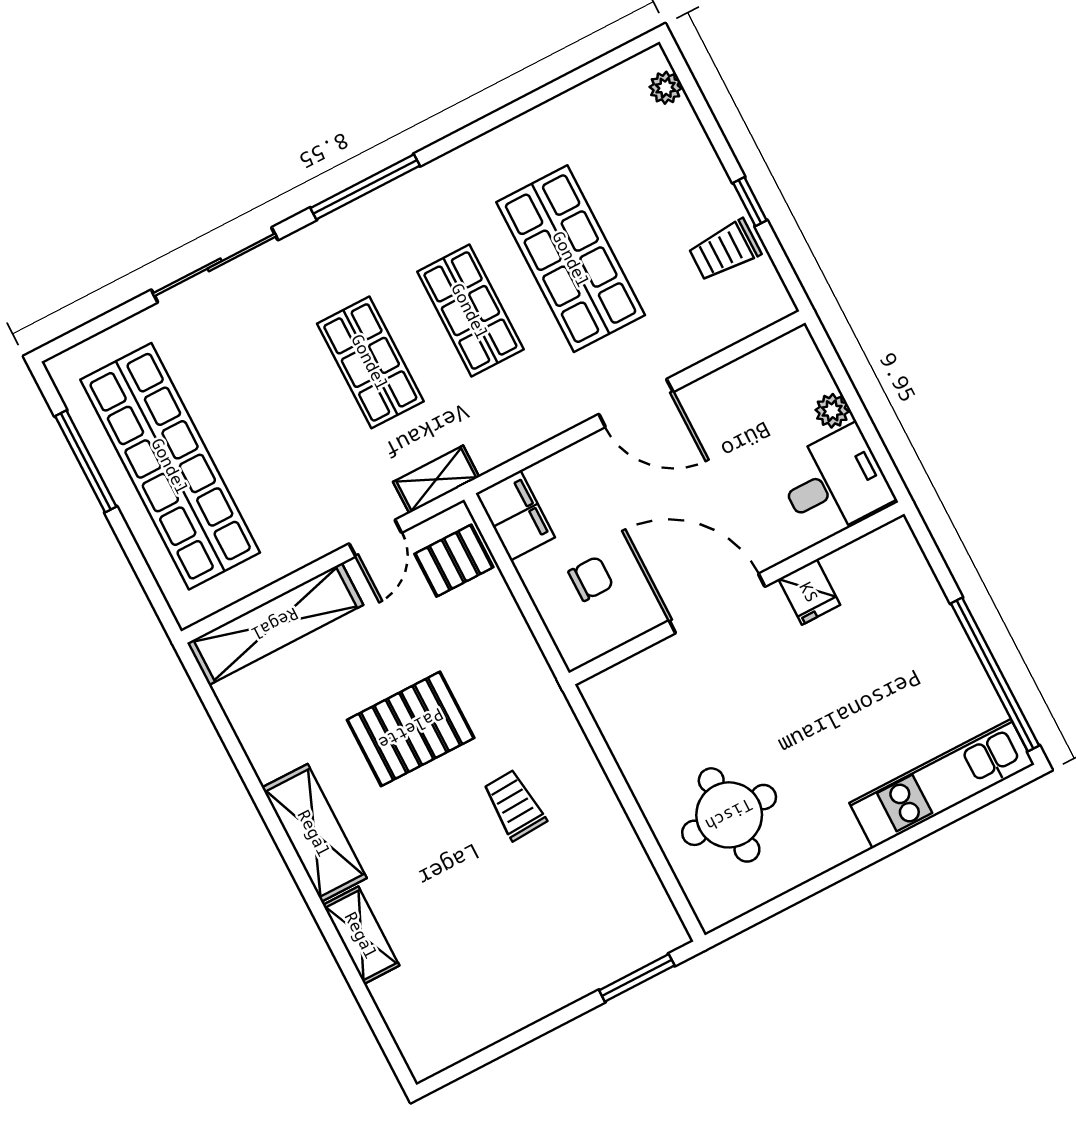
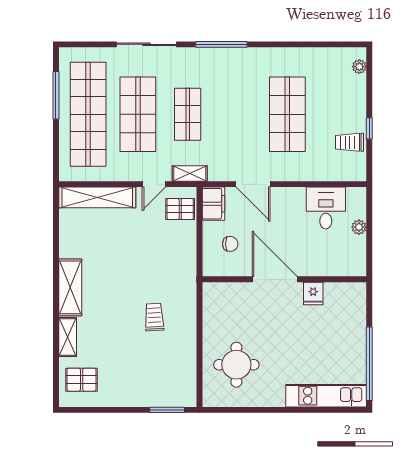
shop shelf: (470, 311) -> (138, 114), moved, width x1.43, depth x1.36
door: (636, 403) -> (253, 184), moved
desk: (834, 482) -> (326, 208), moved, turned -90
pallet: (411, 729) -> (82, 380), moved, width x0.67, depth x0.71

